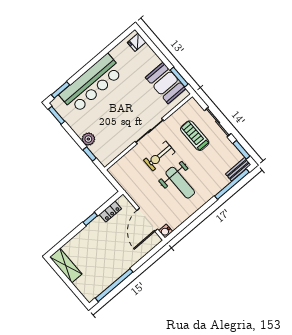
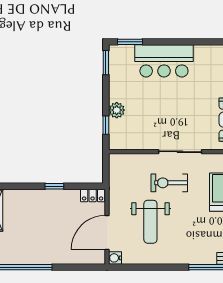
bar counter: (92, 84) -> (164, 61), width x0.73
weight bench: (180, 183) -> (150, 222), moved
locker: (110, 212) -> (93, 196), moved

